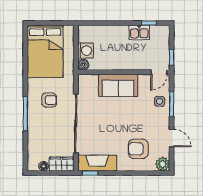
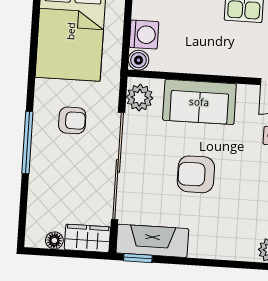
plant: (85, 85) -> (140, 98), added
armchair: (138, 149) -> (196, 174), moved

